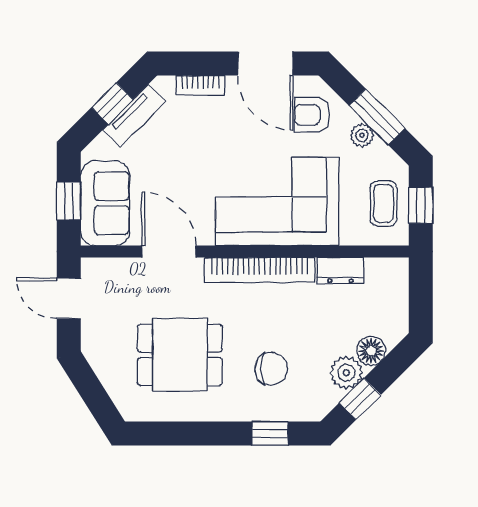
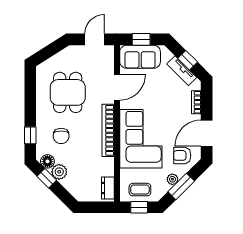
armchair: (312, 115) -> (182, 155), turned -90
dresser: (340, 271) -> (108, 188), moved
floor lamp: (371, 351) -> (47, 161), moved

